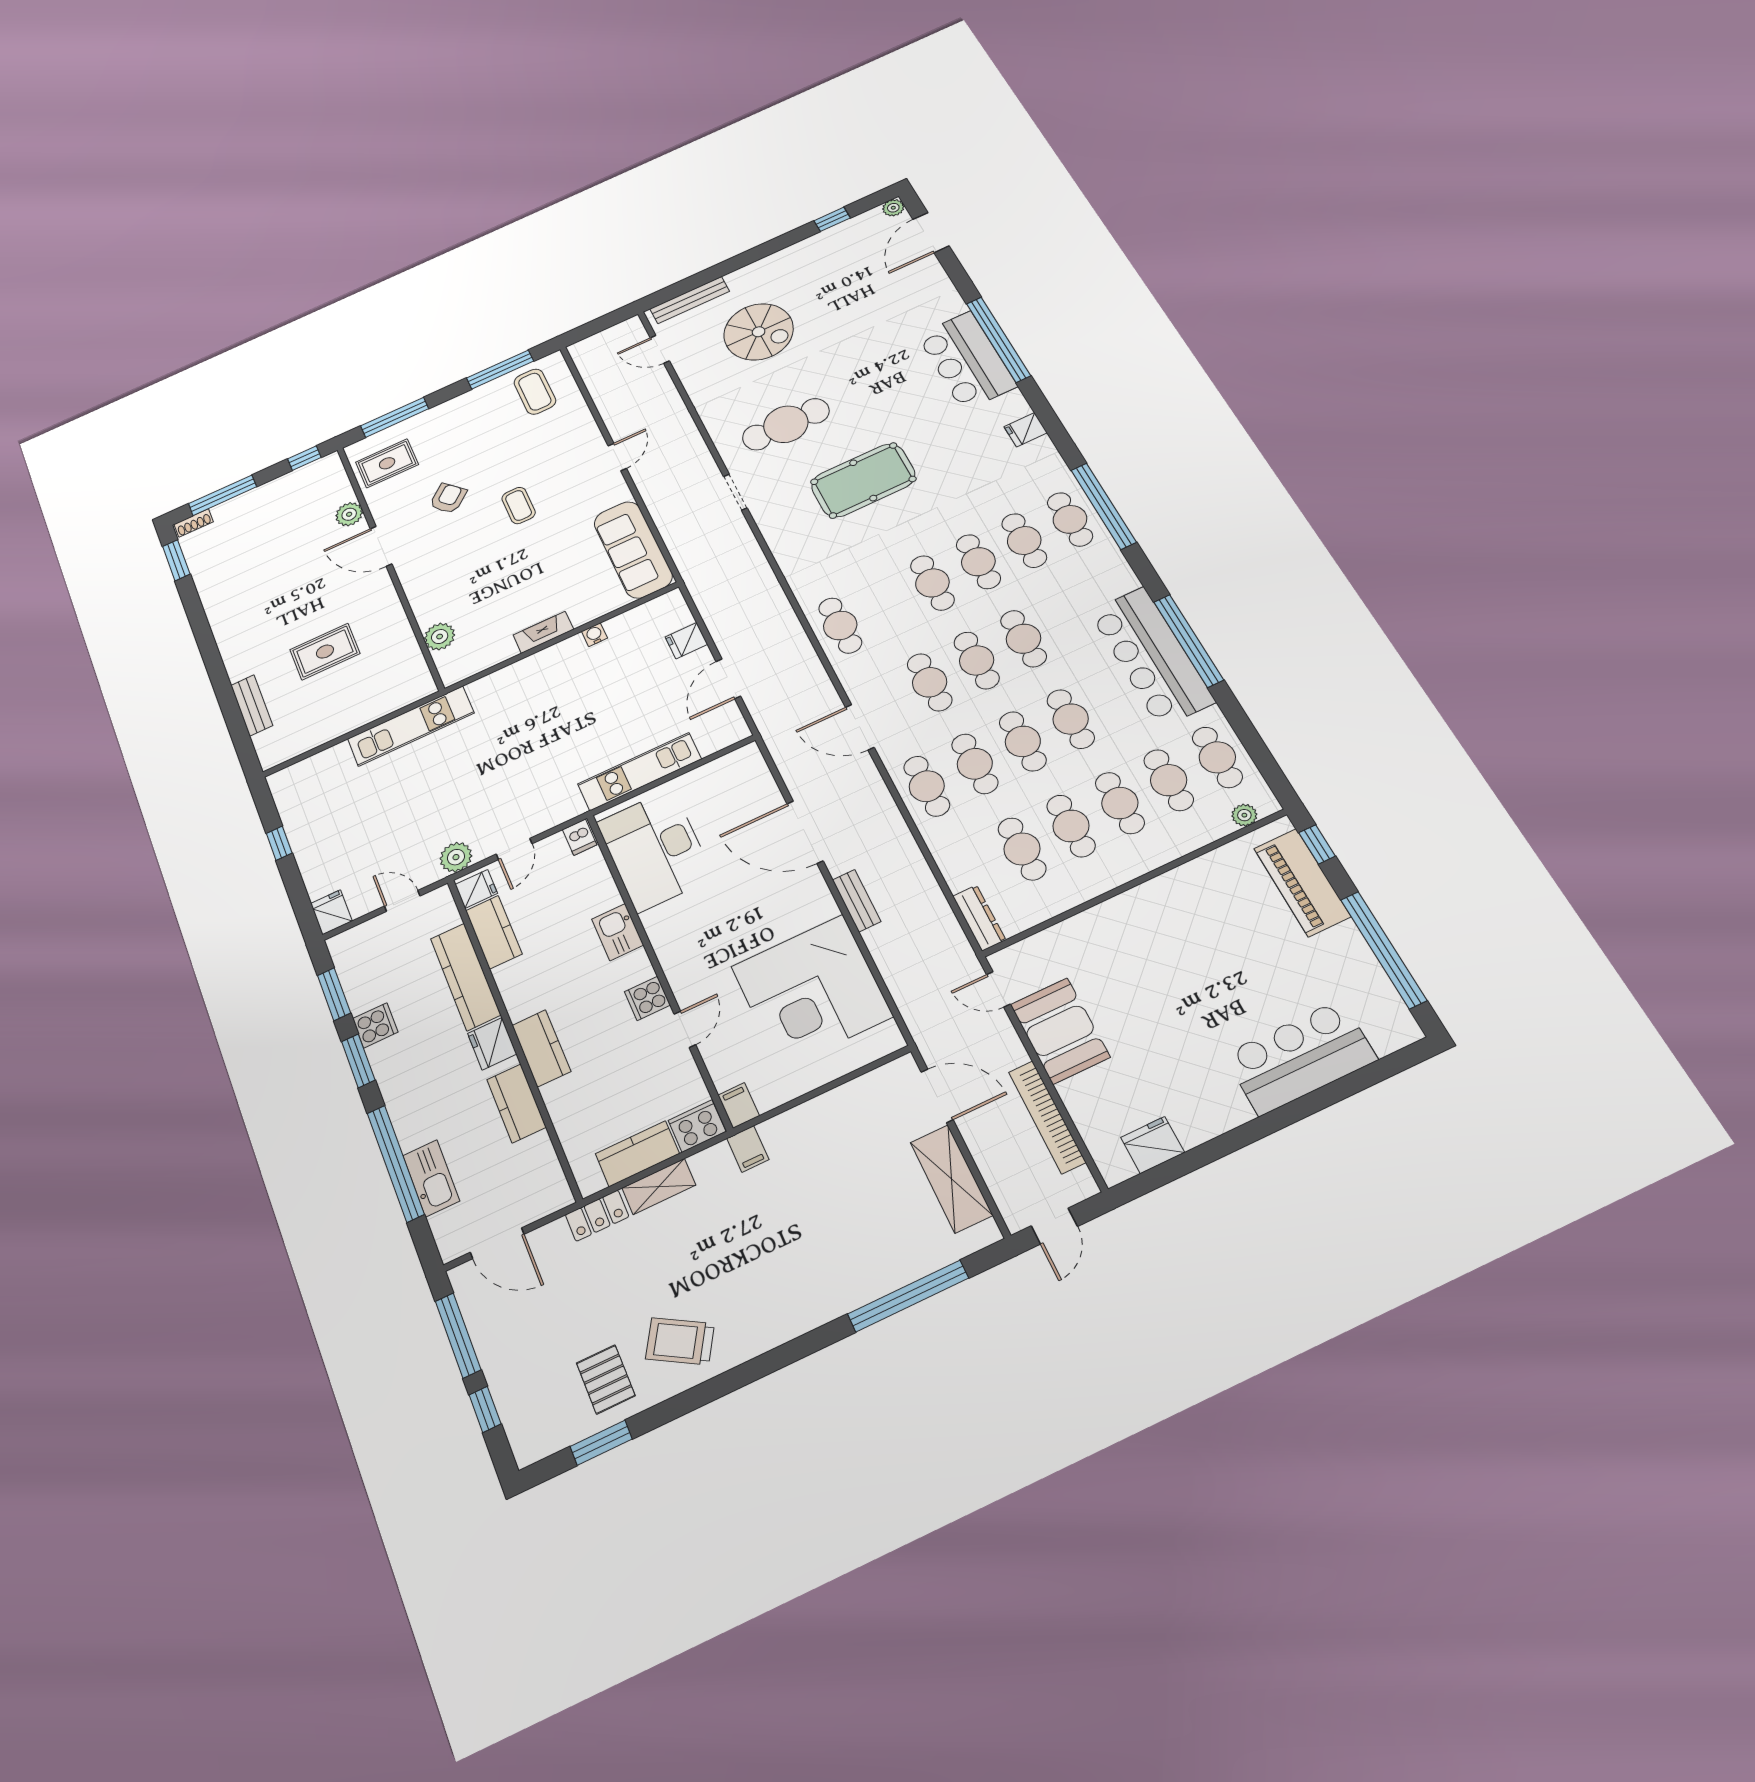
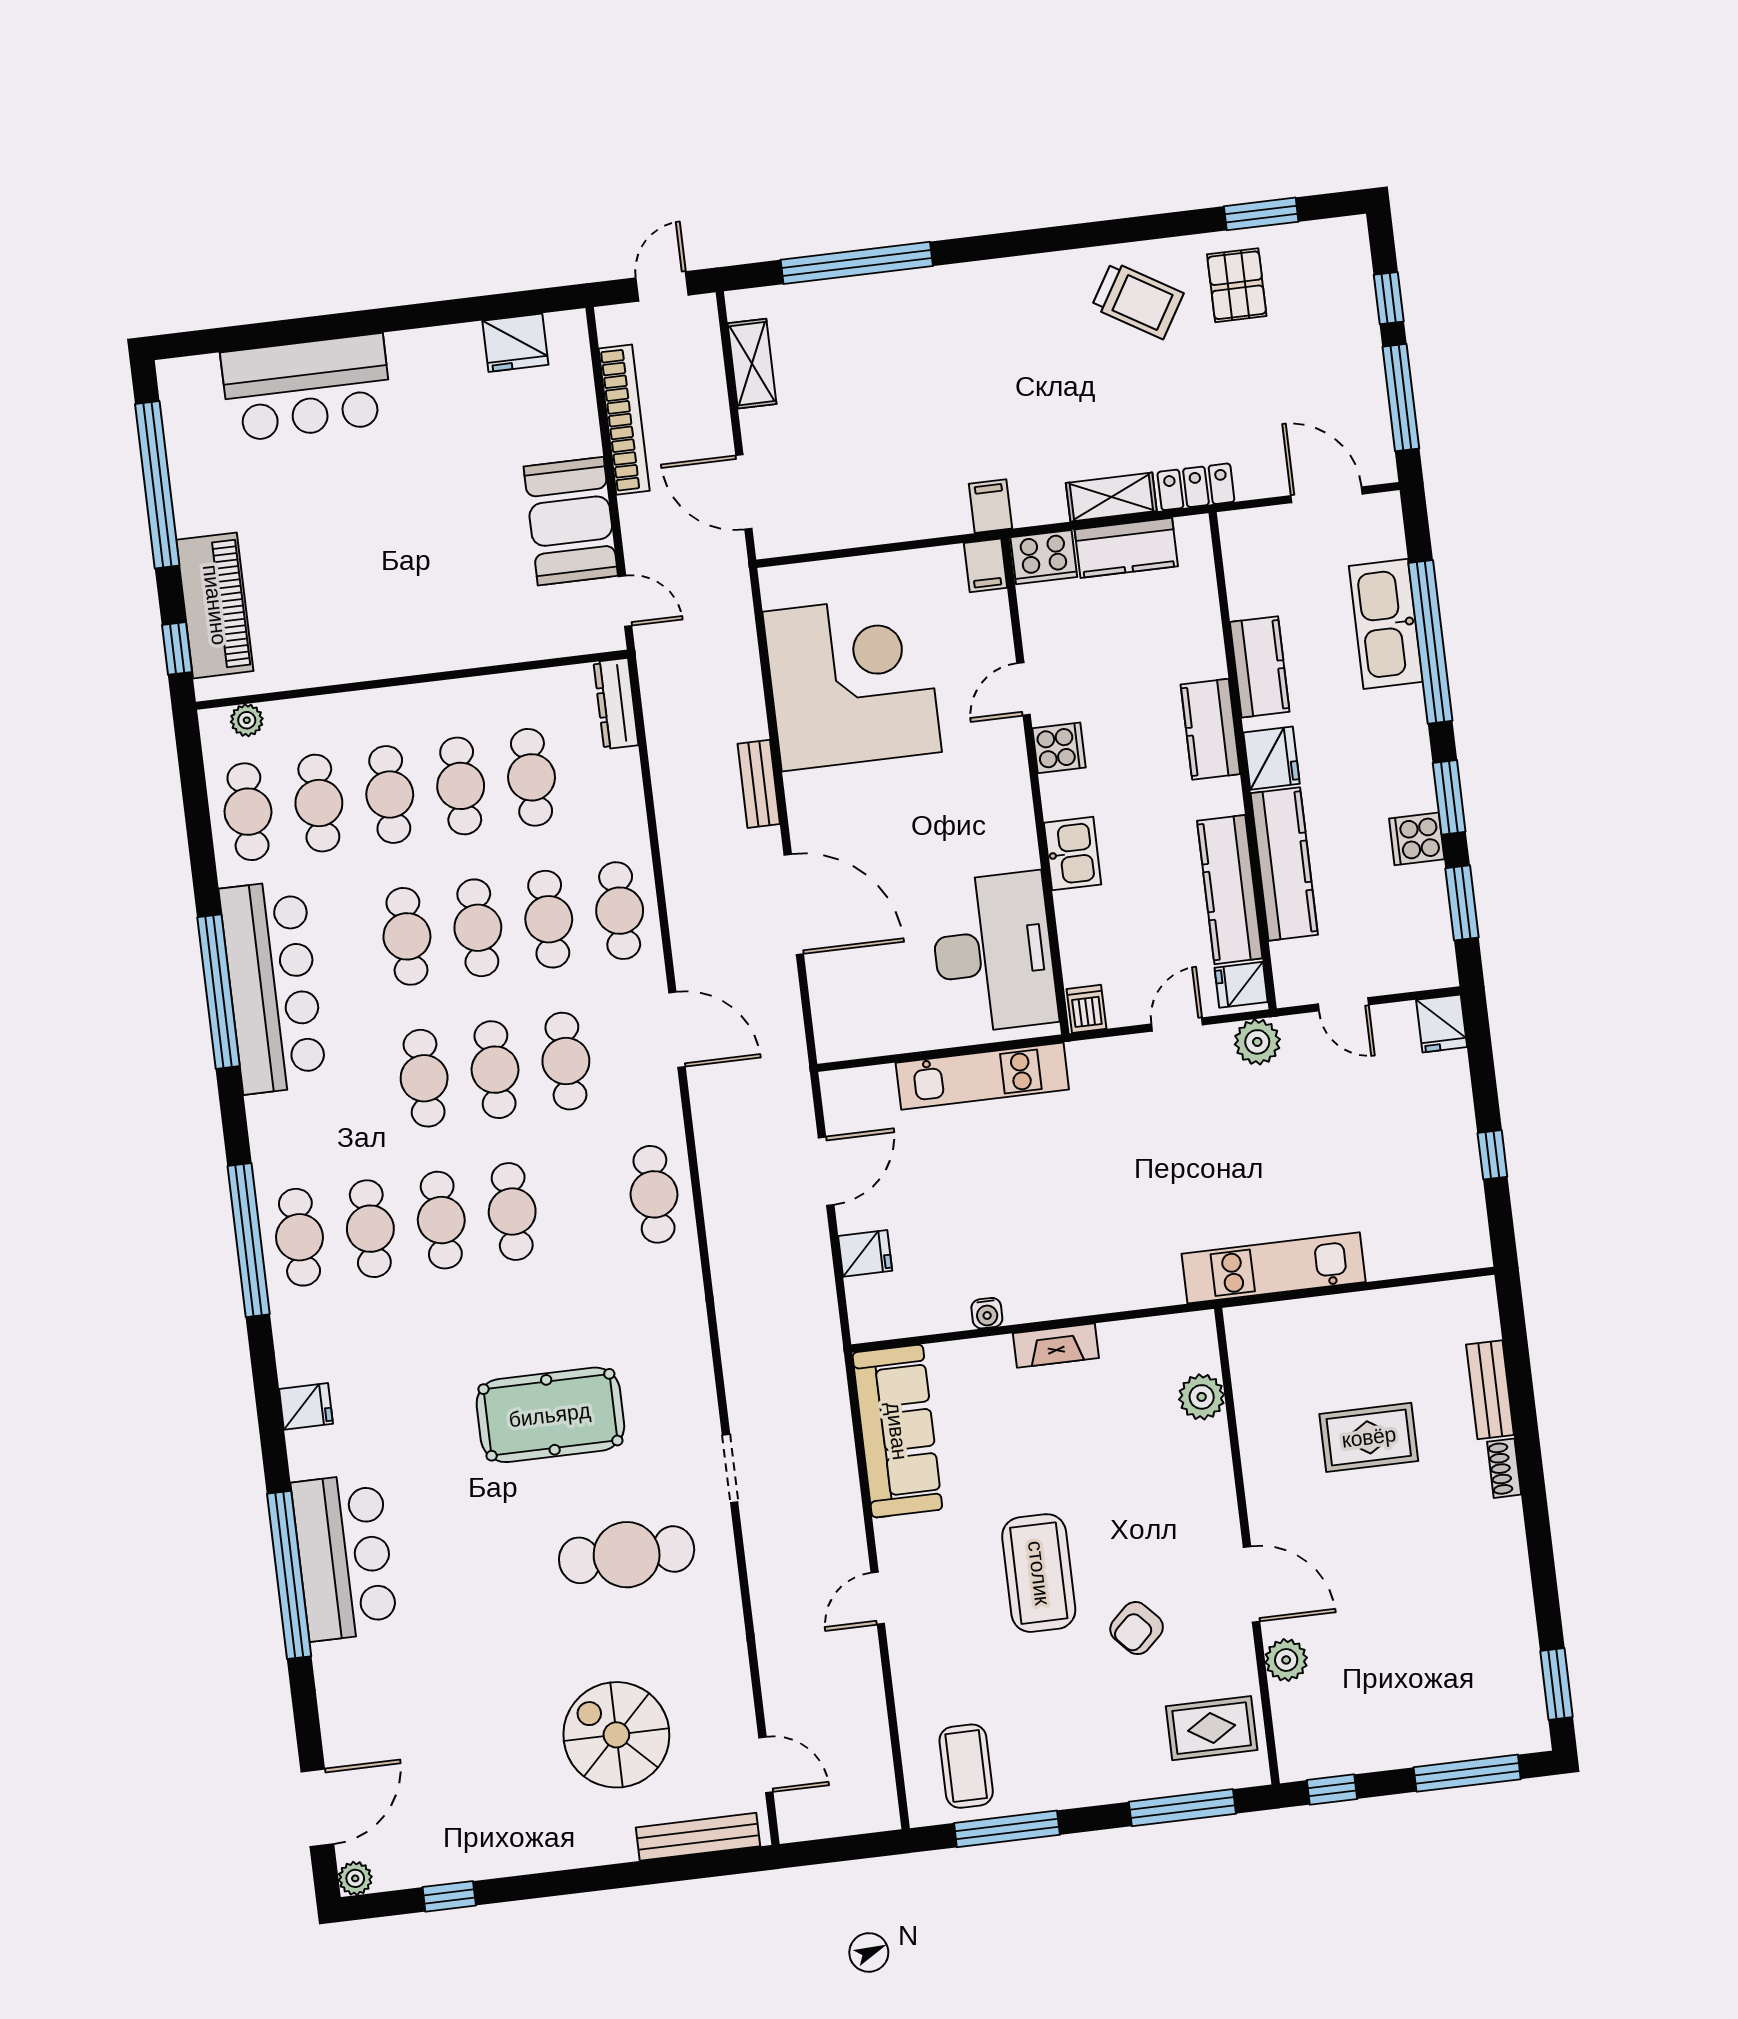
coffee table: (519, 505) -> (1039, 1573), width x1.86, depth x1.72
shoe rack: (194, 523) -> (1504, 1468), moved, turned -90
kitchen counter: (494, 932) -> (1230, 890), width x1.50
kitchen sink: (431, 1178) -> (1386, 624), width x1.36, depth x1.24
shelving: (951, 1179) -> (752, 364), width x0.67, depth x0.75

